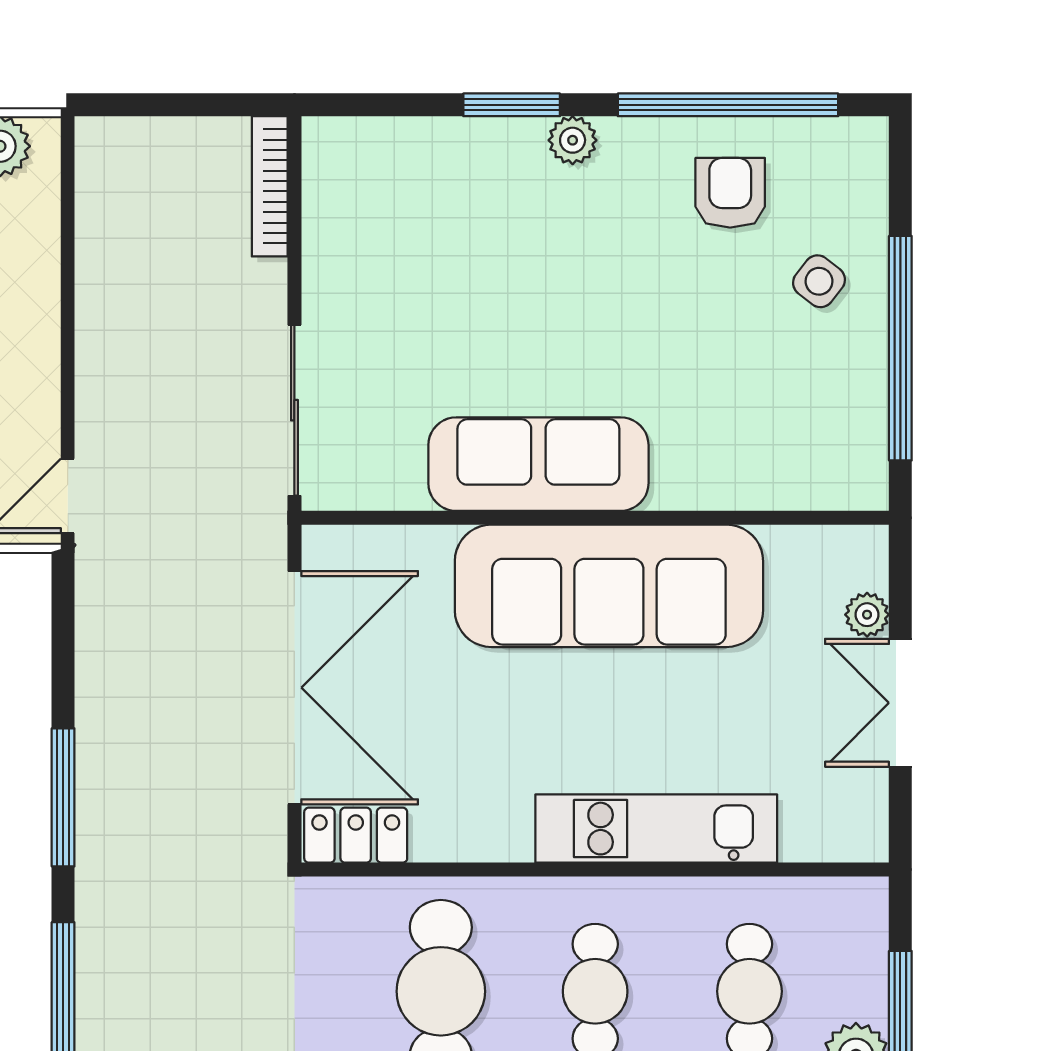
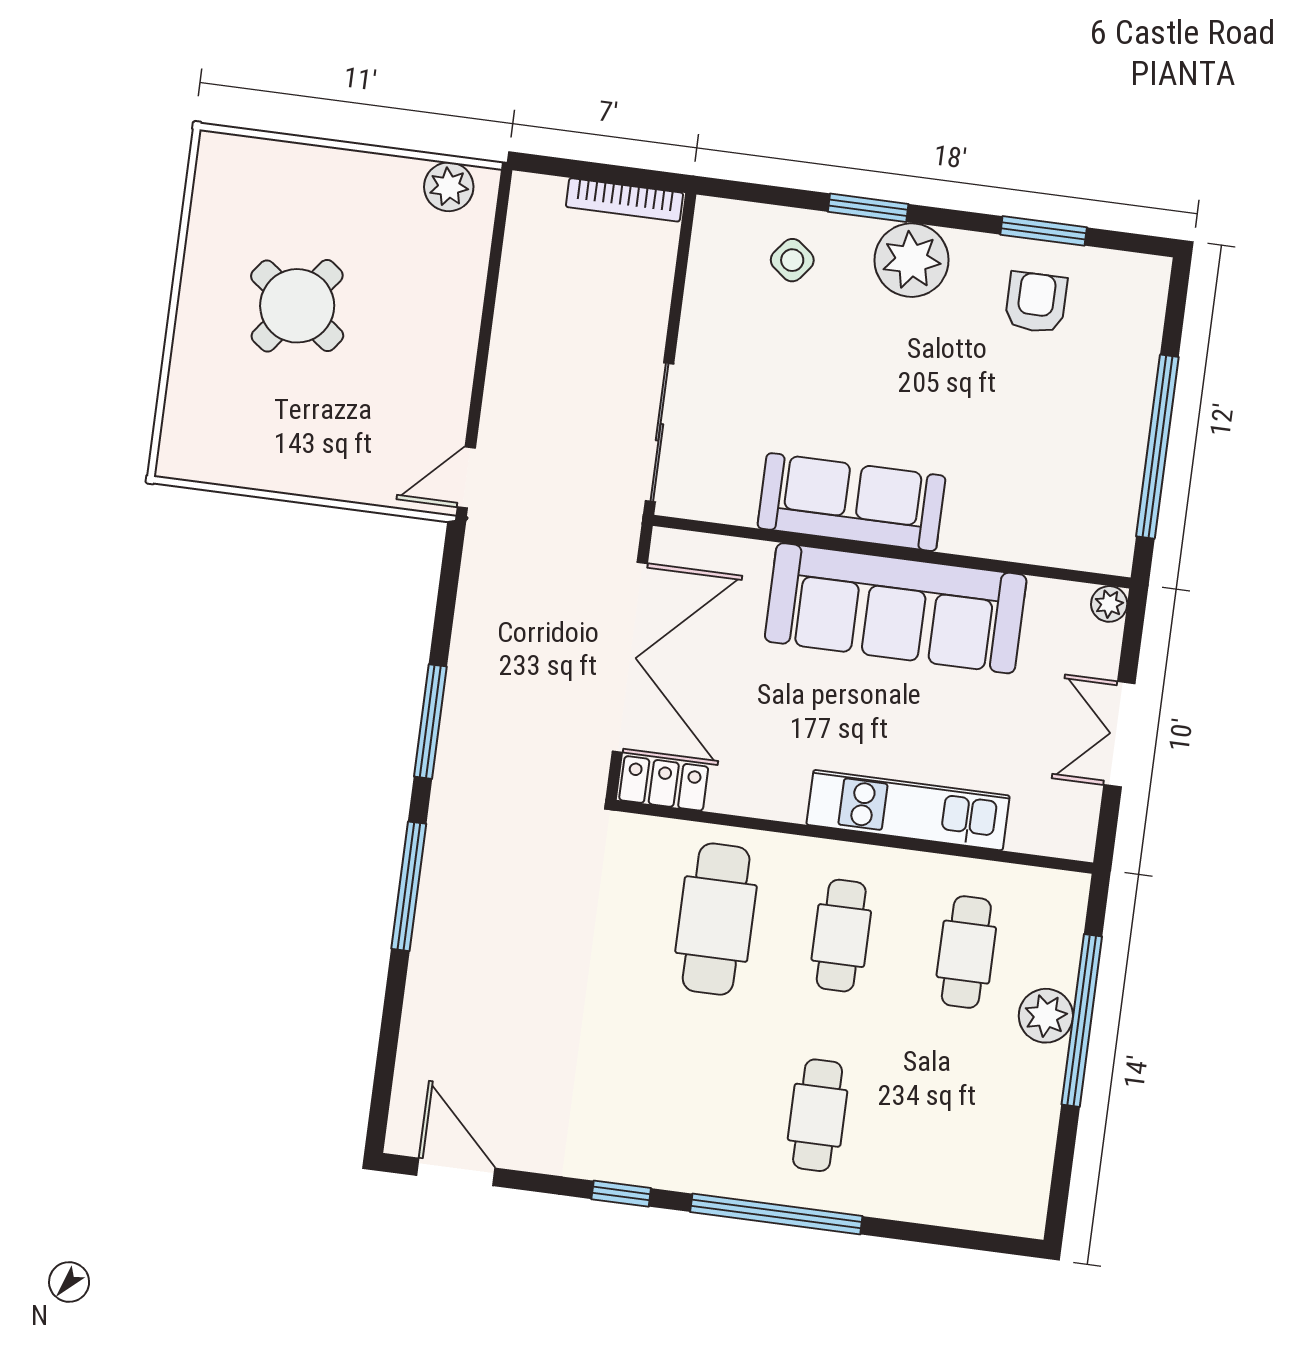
window: (728, 105) -> (1044, 231), width x0.47
plant: (573, 140) -> (911, 260), width x1.88, depth x1.88
bookcase: (270, 186) -> (624, 200), moved, turned -90
side table: (819, 281) -> (792, 260), moved
plant: (867, 615) -> (1109, 604), moved

